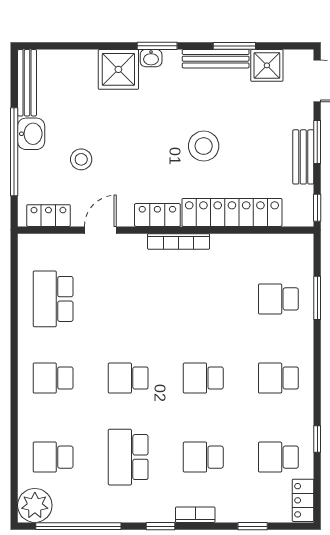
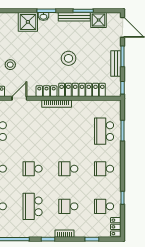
school desk: (278, 299) -> (104, 131), width x1.85

